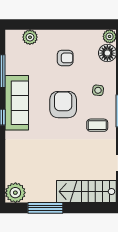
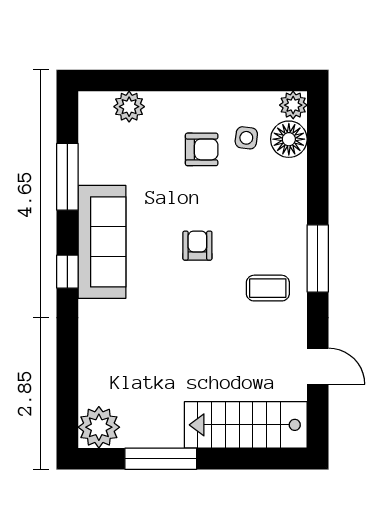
side table: (98, 90) -> (246, 138), moved
armchair: (63, 105) -> (197, 246), width x0.53, depth x0.53

